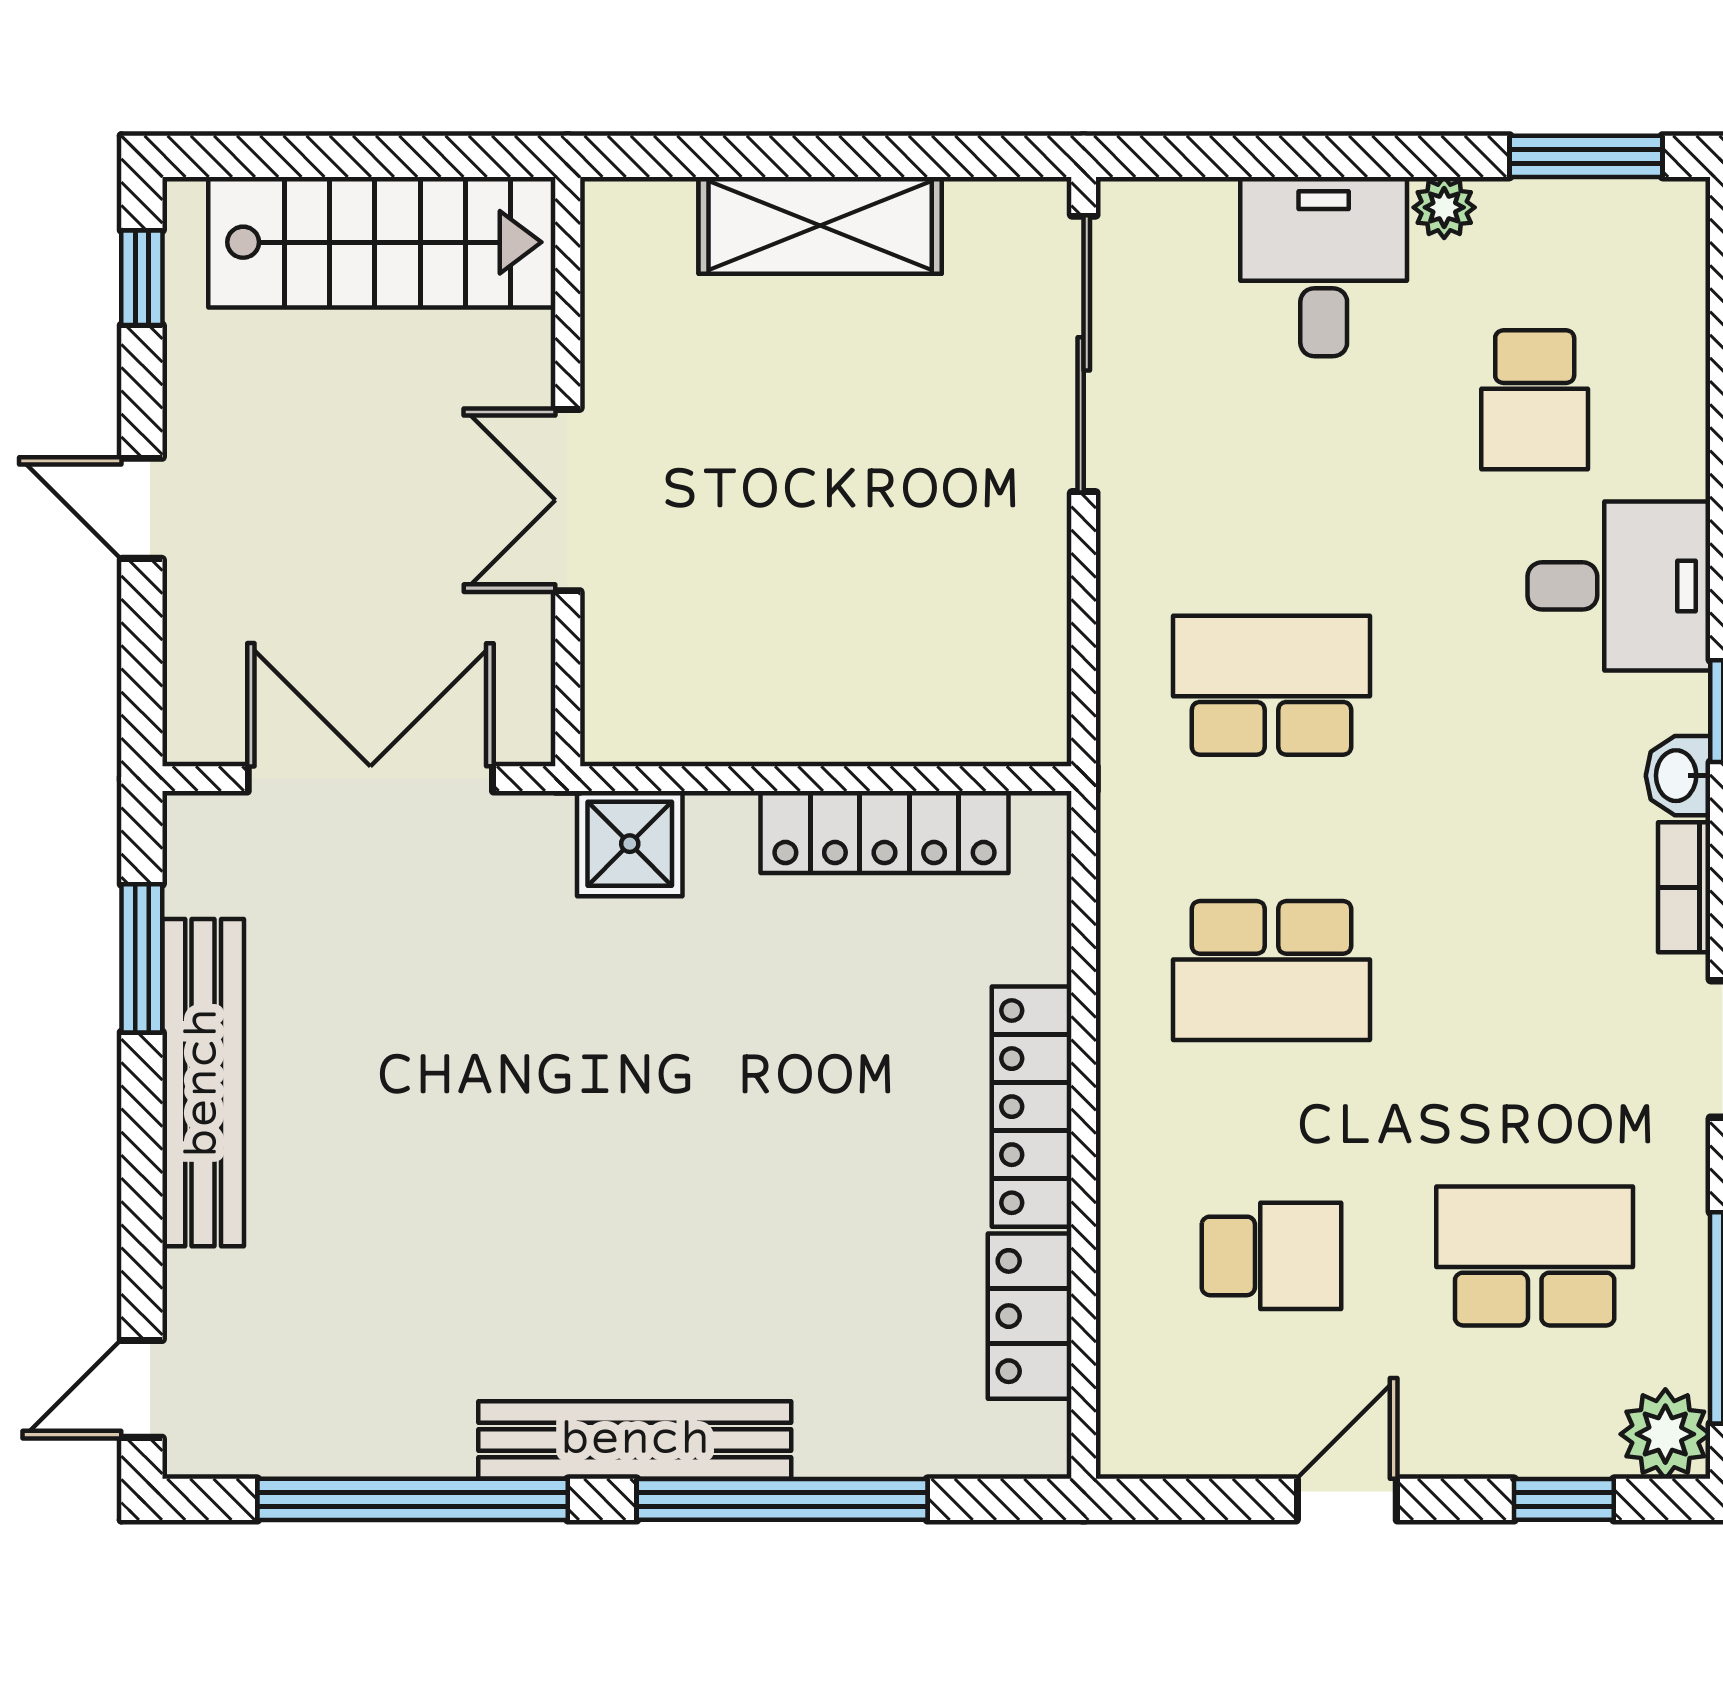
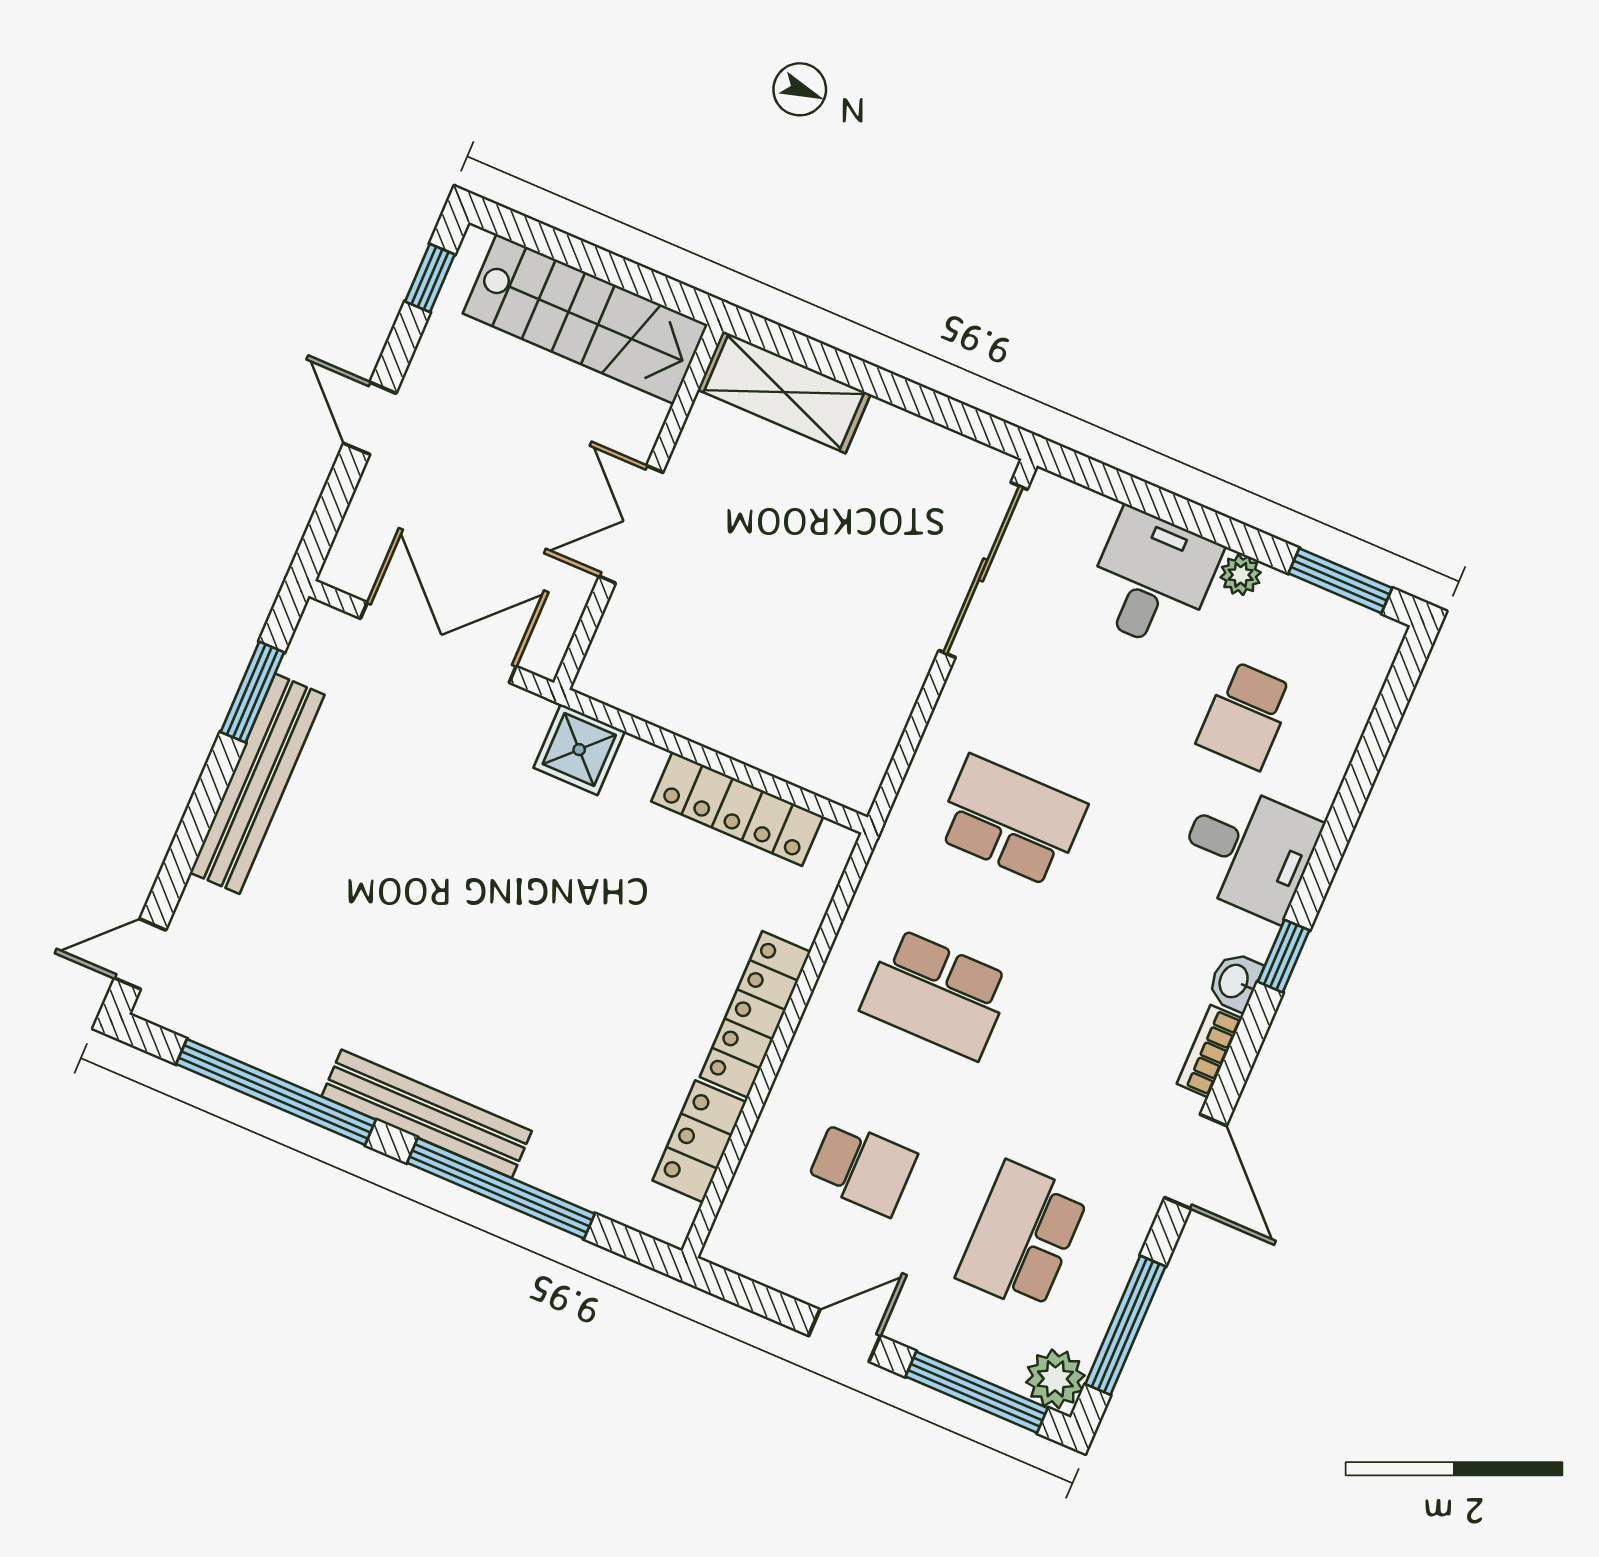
shelving: (820, 225) -> (784, 392), moved
school desk: (1535, 1256) -> (1022, 1236), turned -90
window: (1564, 1499) -> (977, 1392), width x2.17

